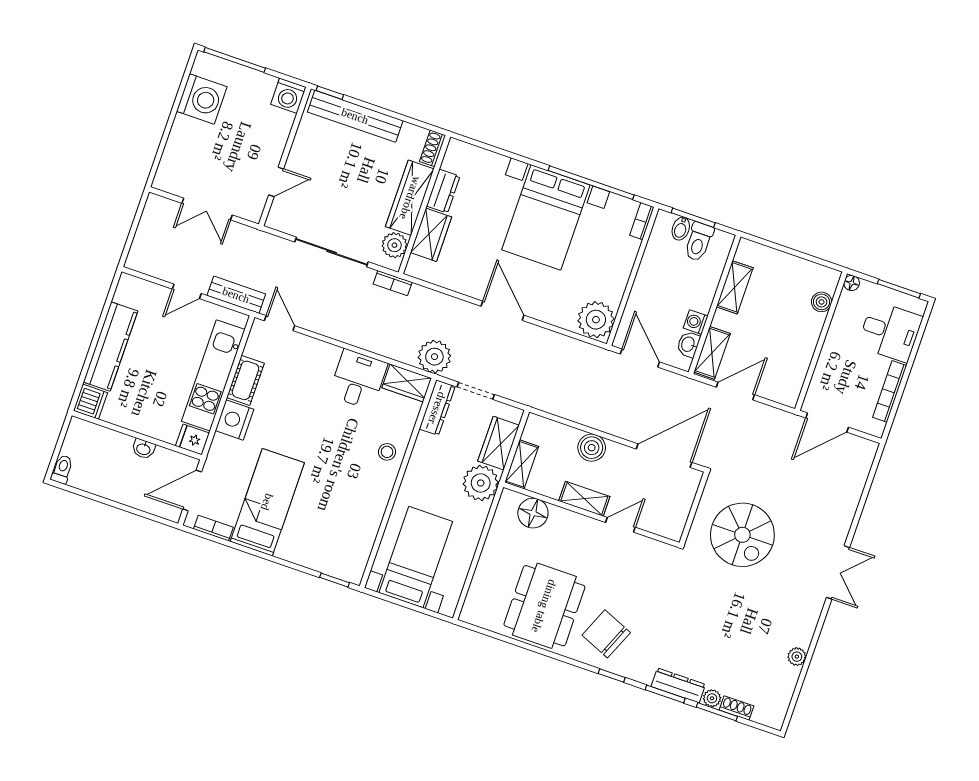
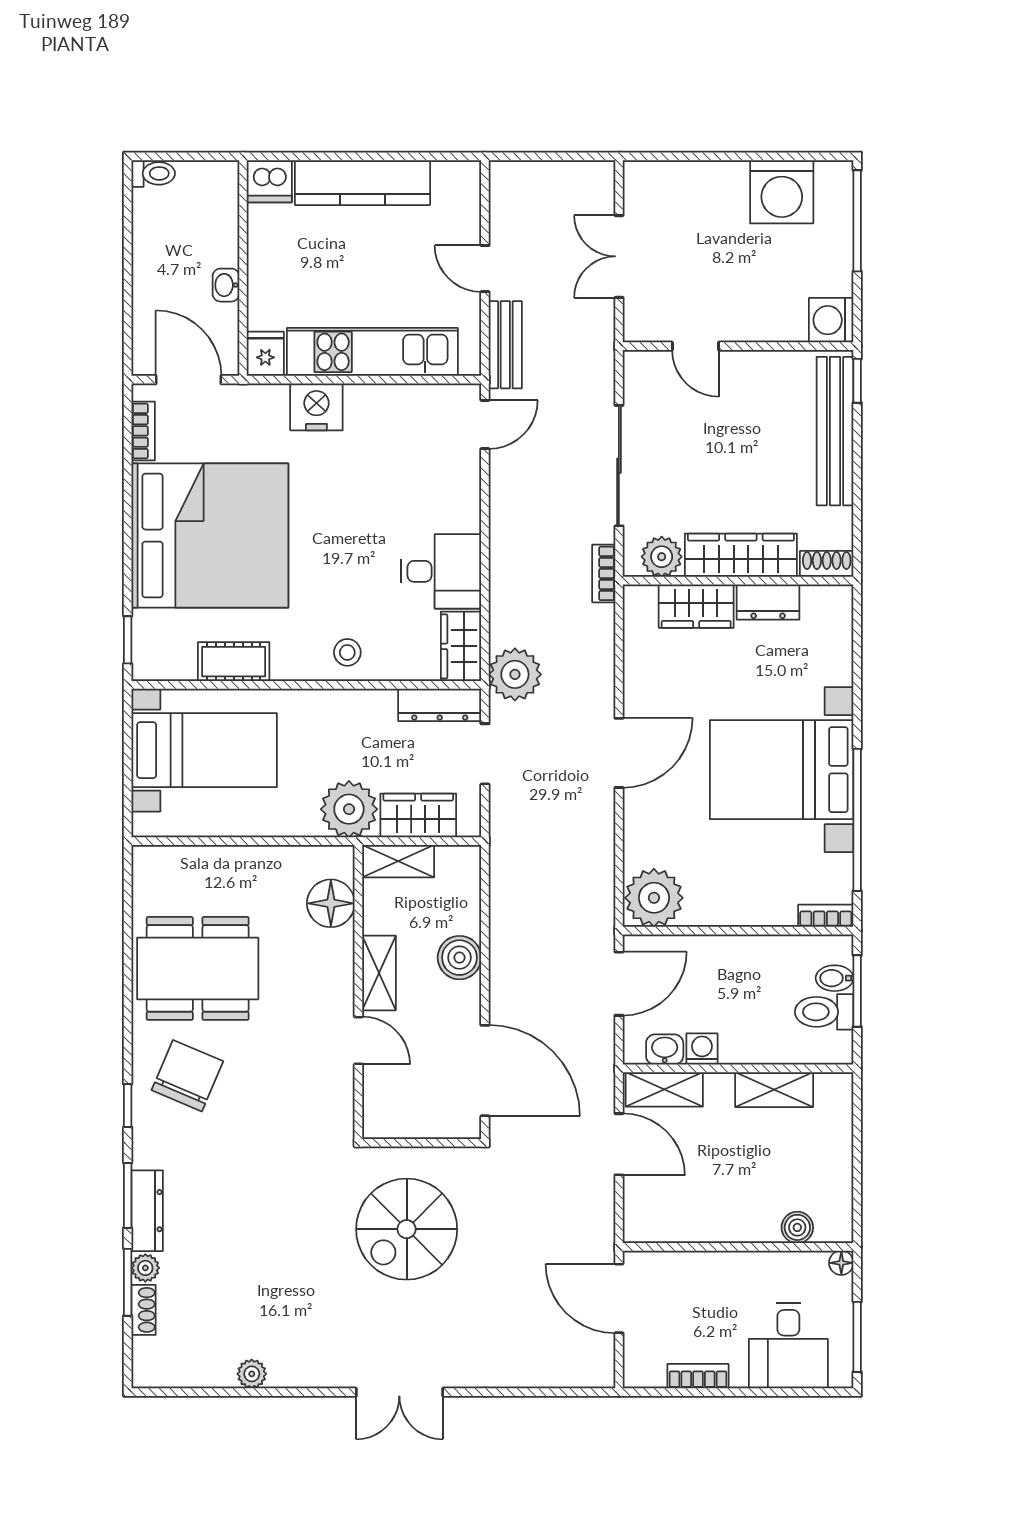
cot: (245, 380) -> (234, 662), moved
bookcase: (890, 391) -> (698, 1376), width x0.64
bed: (267, 502) -> (210, 536), width x2.04

